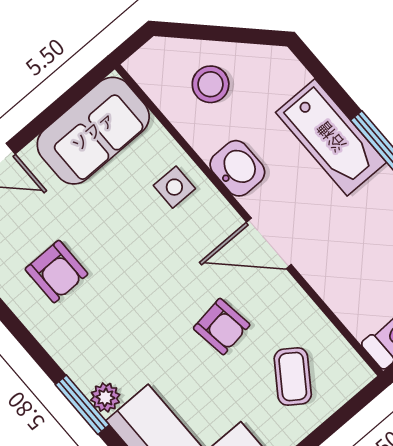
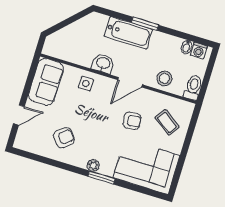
stool: (211, 84) -> (164, 78), moved
armchair: (56, 272) -> (64, 138), turned -40
plant: (105, 397) -> (93, 166), moved

